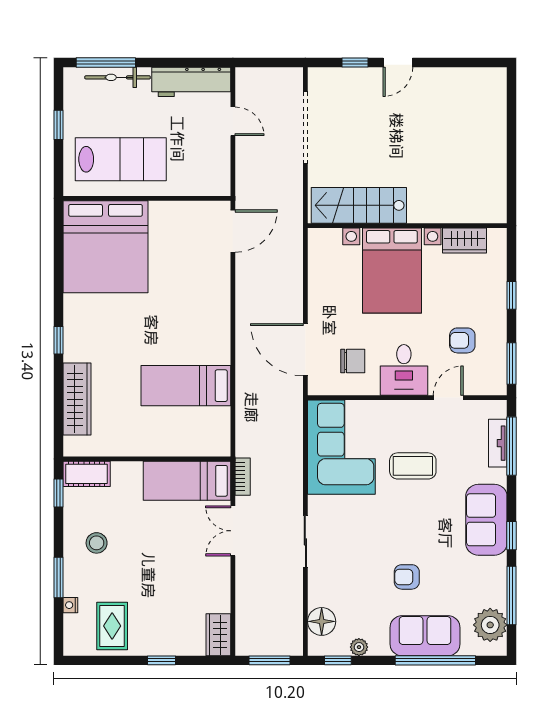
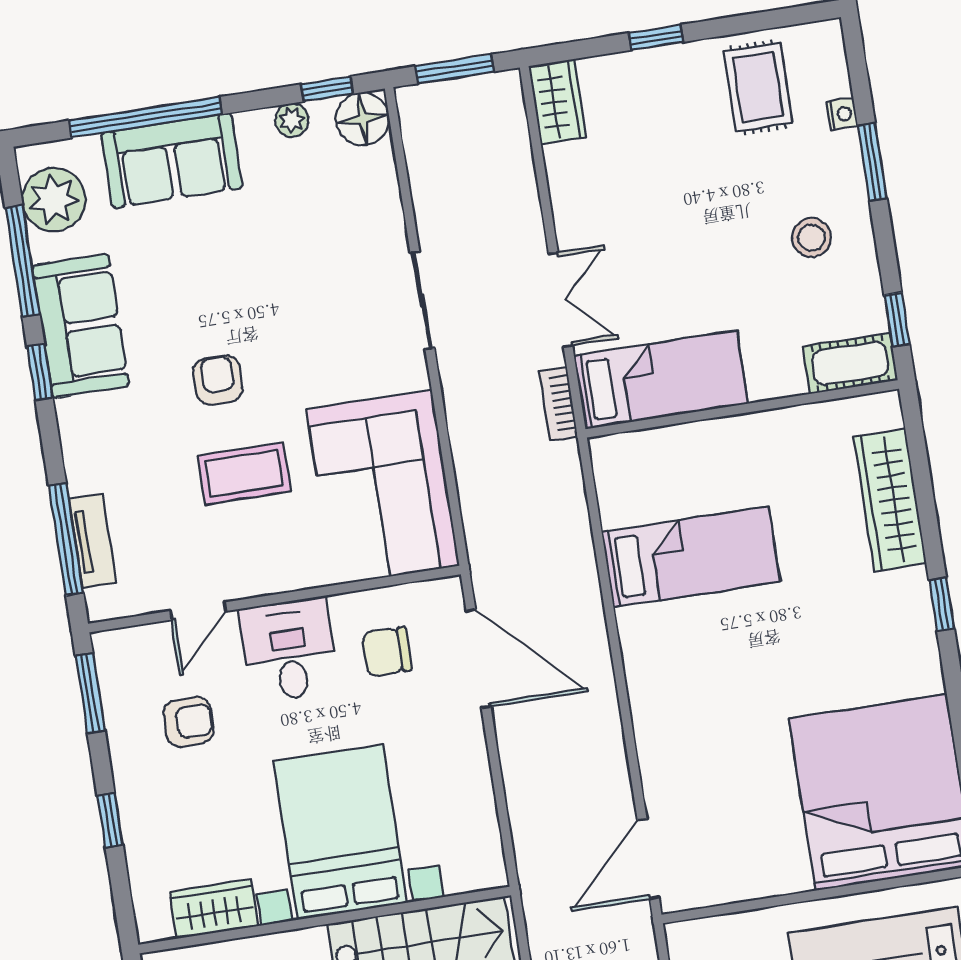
sofa: (486, 520) -> (81, 326), moved
armchair: (407, 577) -> (218, 380), moved, turned -90
floor lamp: (322, 621) -> (363, 119), moved

